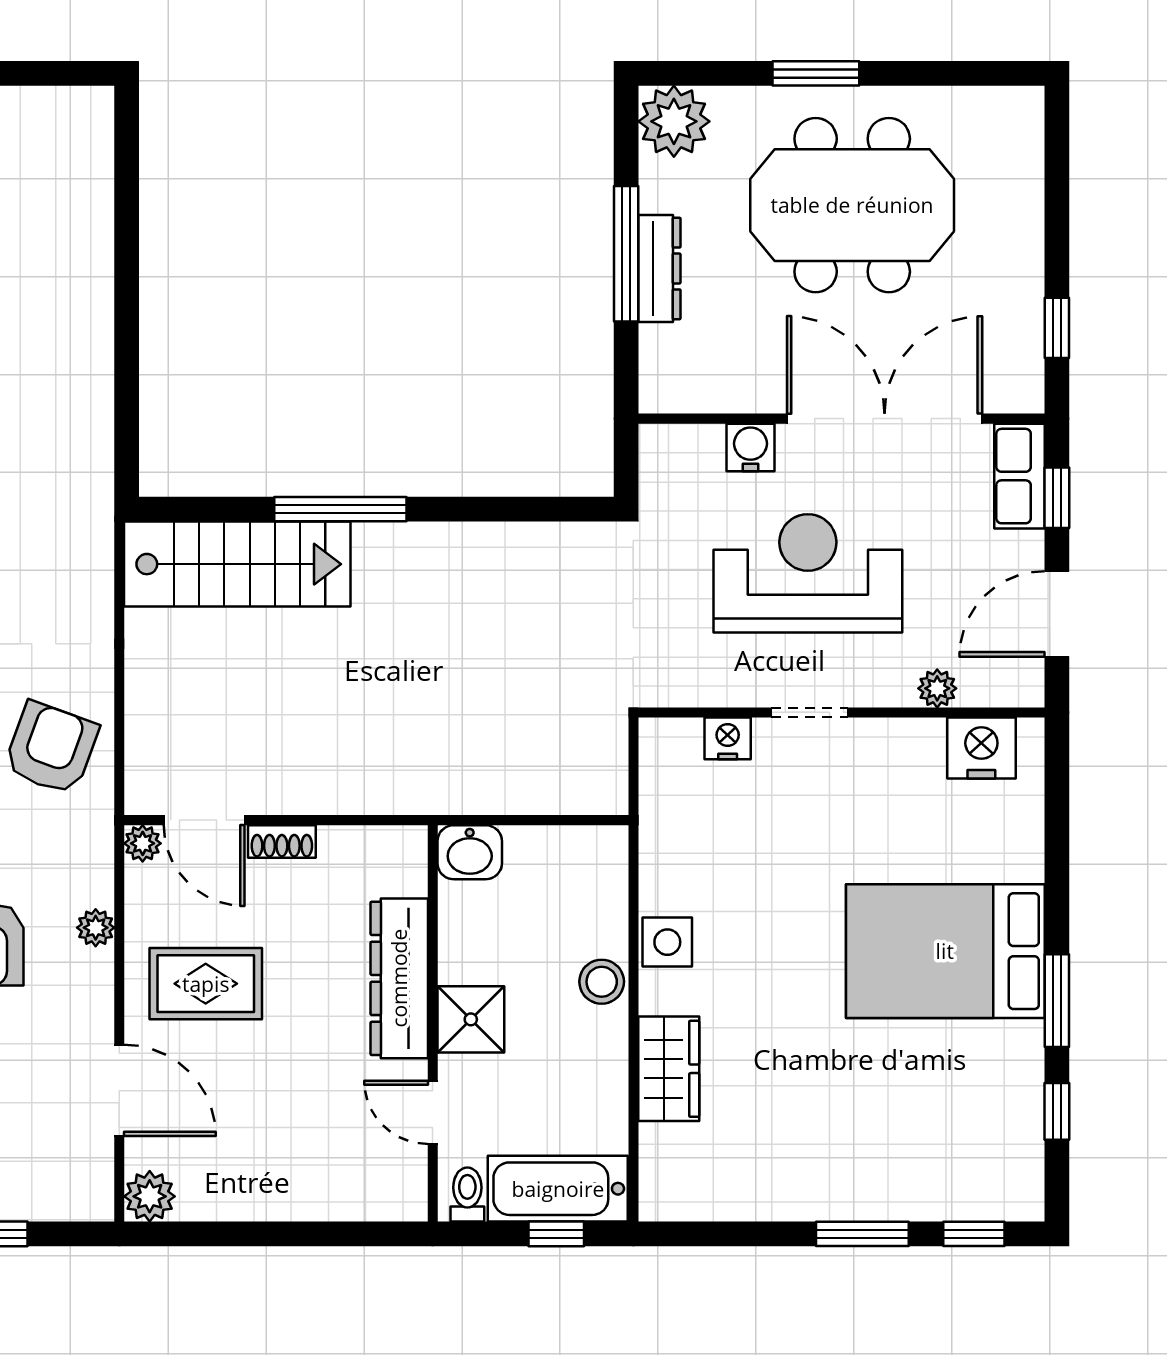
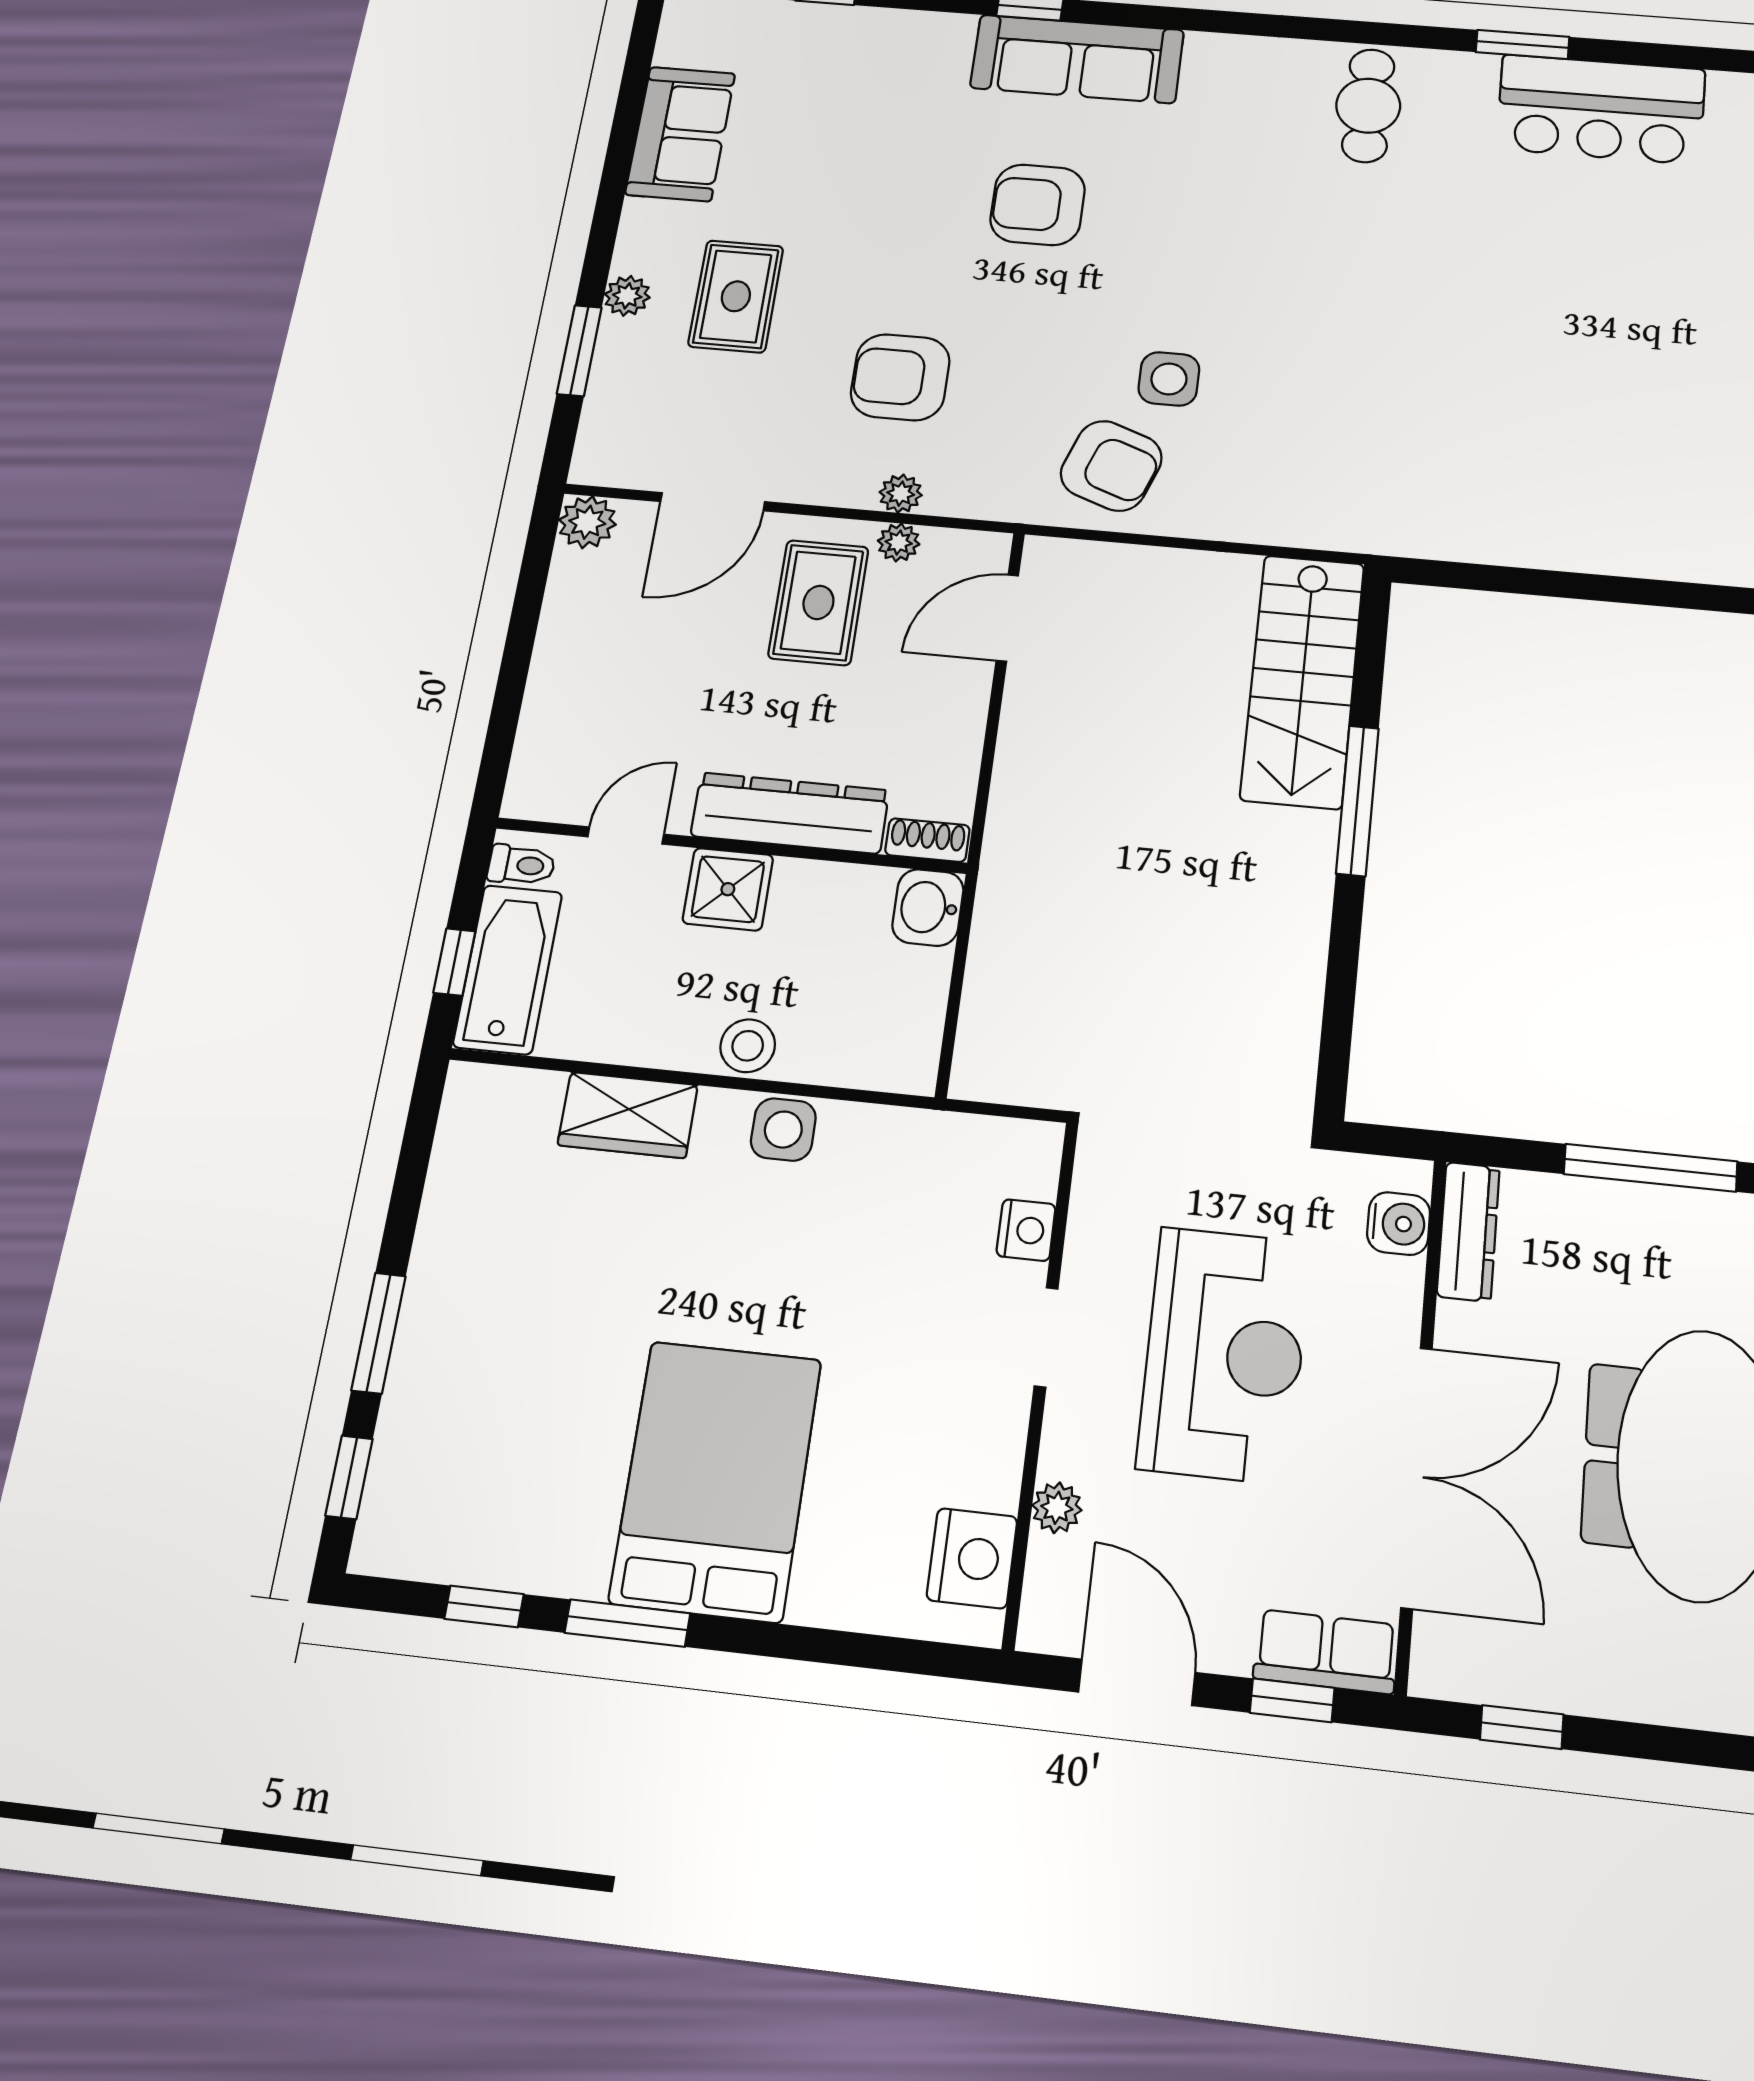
dresser: (659, 268) -> (1468, 1232), moved, turned -90
water cooler: (750, 447) -> (1399, 1224), moved
shoe rack: (282, 841) -> (927, 840), moved, turned 90
plant: (143, 843) -> (899, 542), moved

